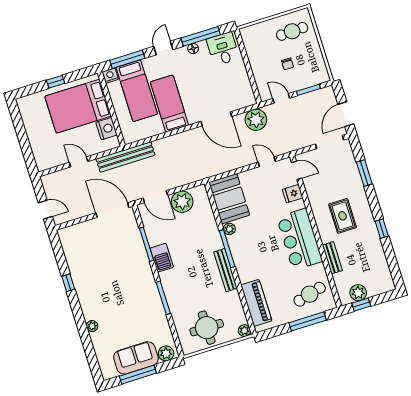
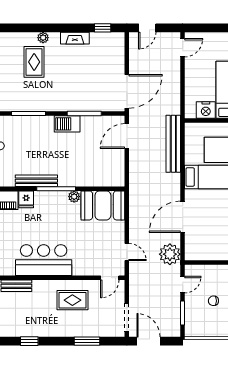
bench: (125, 157) -> (173, 144), moved
door: (79, 162) -> (183, 48), moved
door: (267, 162) -> (127, 252), hinge flipped
fridge: (293, 194) -> (26, 199), moved, turned 180
plant: (182, 202) -> (114, 160), removed
rug: (343, 216) -> (72, 300), moved
fireplace: (77, 276) -> (75, 38), added
window: (68, 283) -> (103, 28), moved
rug: (112, 308) -> (34, 62), added
plant: (92, 326) -> (43, 38), moved

